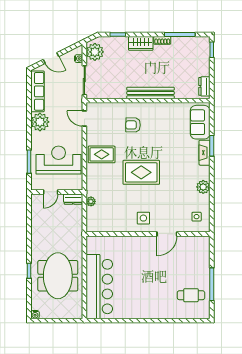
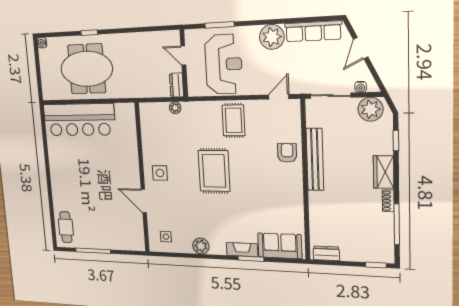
bench: (151, 93) -> (315, 159), moved
armchair: (133, 125) -> (287, 153), moved
cafe table: (191, 295) -> (66, 227), moved

